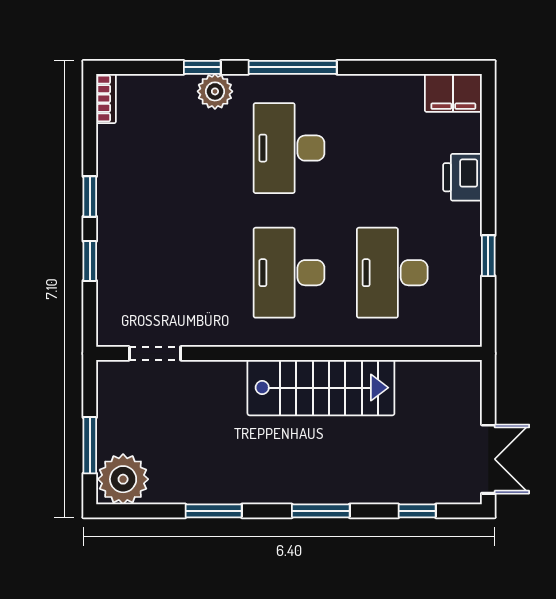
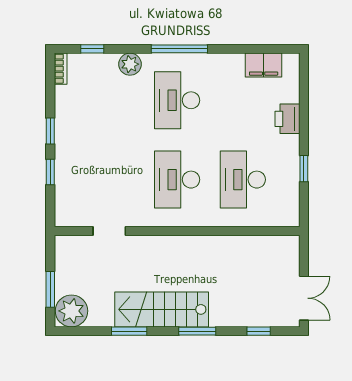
window: (202, 67) -> (92, 49), moved
filing cabinet: (453, 93) -> (264, 65), moved
doorway: (155, 353) -> (109, 231), moved
stairs: (321, 388) -> (162, 309), moved, turned 180

